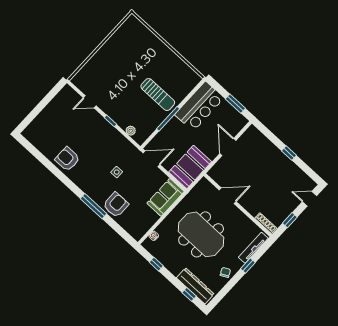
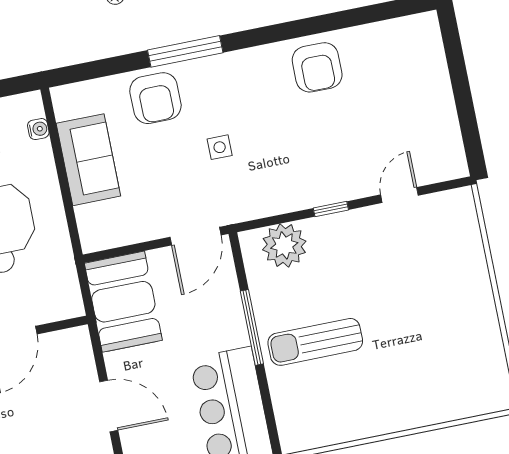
plant: (131, 131) -> (284, 245), width x1.87, depth x1.87
armchair: (67, 159) -> (317, 67), turned 90
sofa: (166, 197) -> (88, 160), moved

